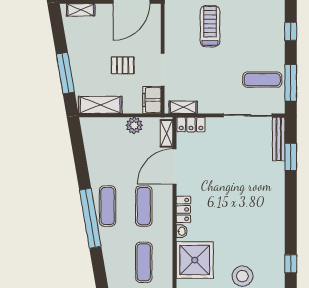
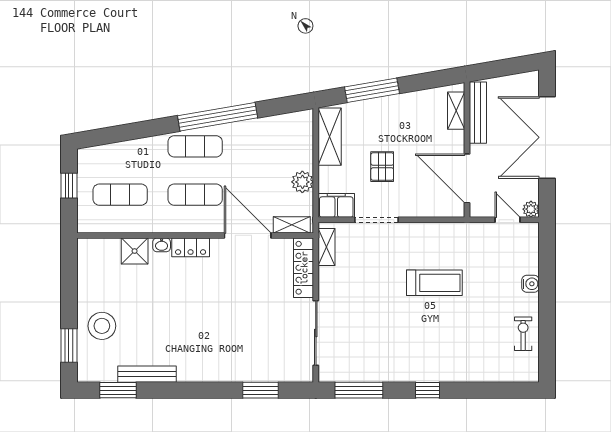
exercise mat: (262, 80) -> (363, 352), removed
locker: (191, 125) -> (304, 268), width x1.53
bench: (279, 139) -> (147, 374), moved
window: (90, 218) -> (218, 117), moved
shower: (195, 260) -> (135, 251), width x0.54, depth x0.54
window: (291, 264) -> (118, 390), width x1.50

